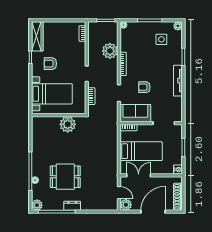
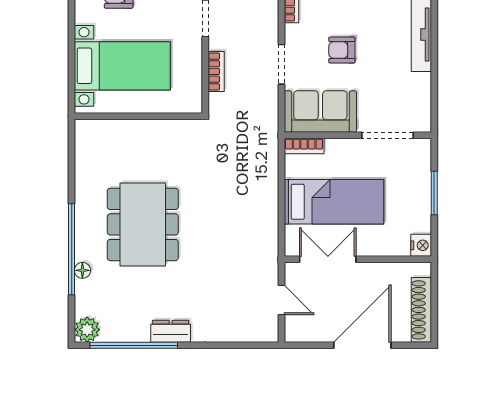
plant: (68, 124) -> (160, 138), removed
dining table: (65, 177) -> (143, 224), moved, width x1.38
plant: (126, 205) -> (298, 329), removed

